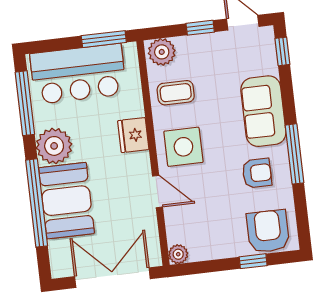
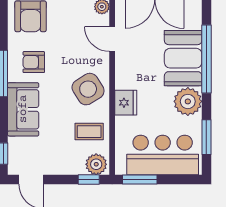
window: (200, 28) -> (89, 179), moved
window: (25, 103) -> (206, 137), width x0.69
side table: (183, 147) -> (88, 89), turned -32
door: (157, 192) -> (112, 39), moved

